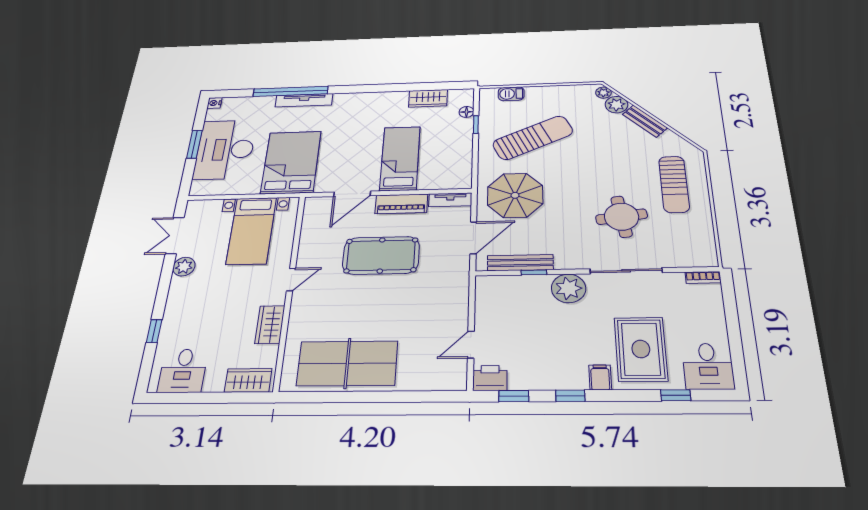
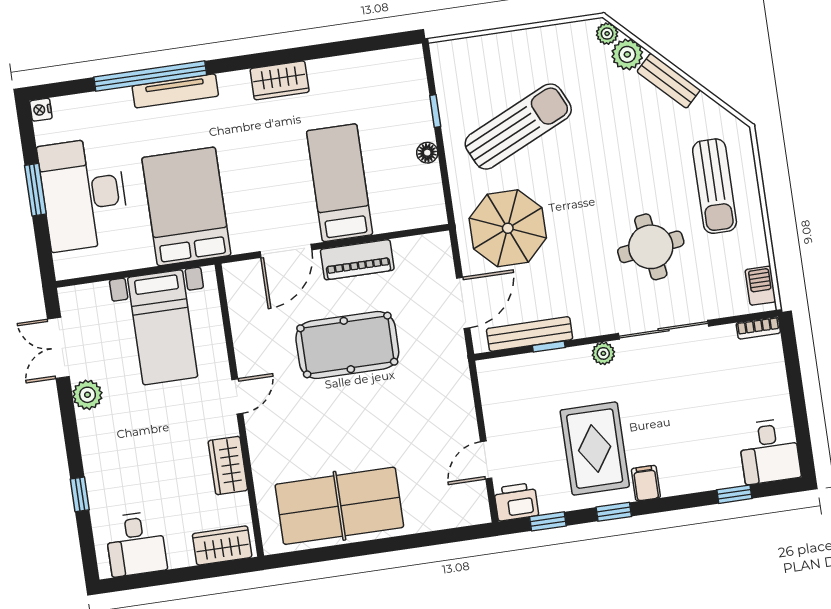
barbecue: (511, 94) -> (761, 286), moved, turned 90
wardrobe: (428, 98) -> (280, 80), moved
floor lamp: (466, 112) -> (427, 153), moved
tv unit: (450, 200) -> (422, 246), removed
plant: (569, 288) -> (603, 353), width x0.53, depth x0.53
rug: (641, 349) -> (595, 449), moved

